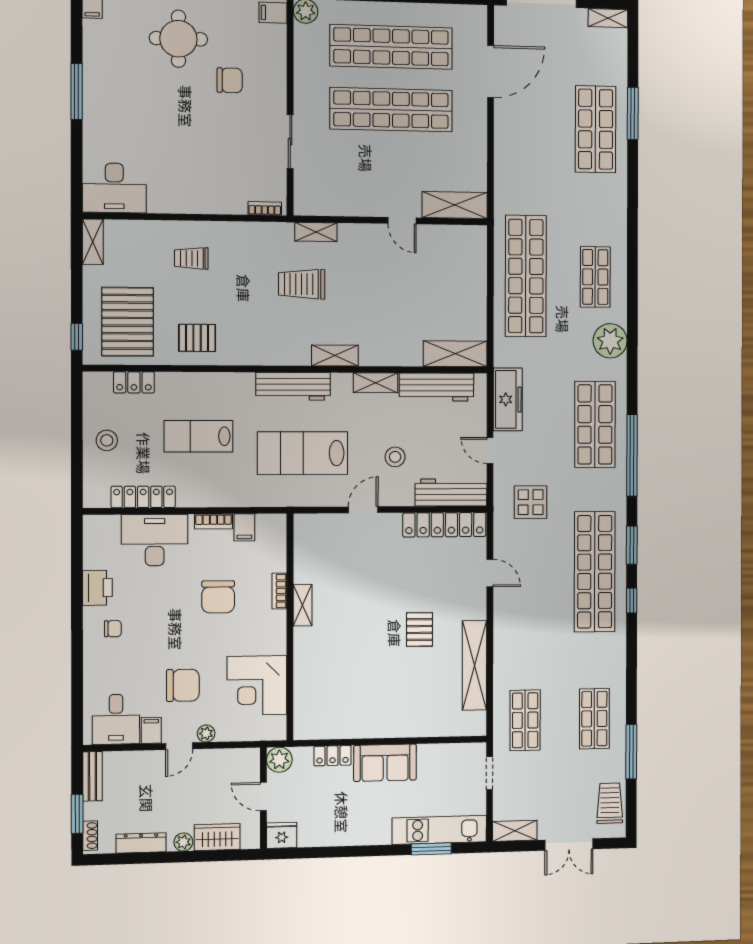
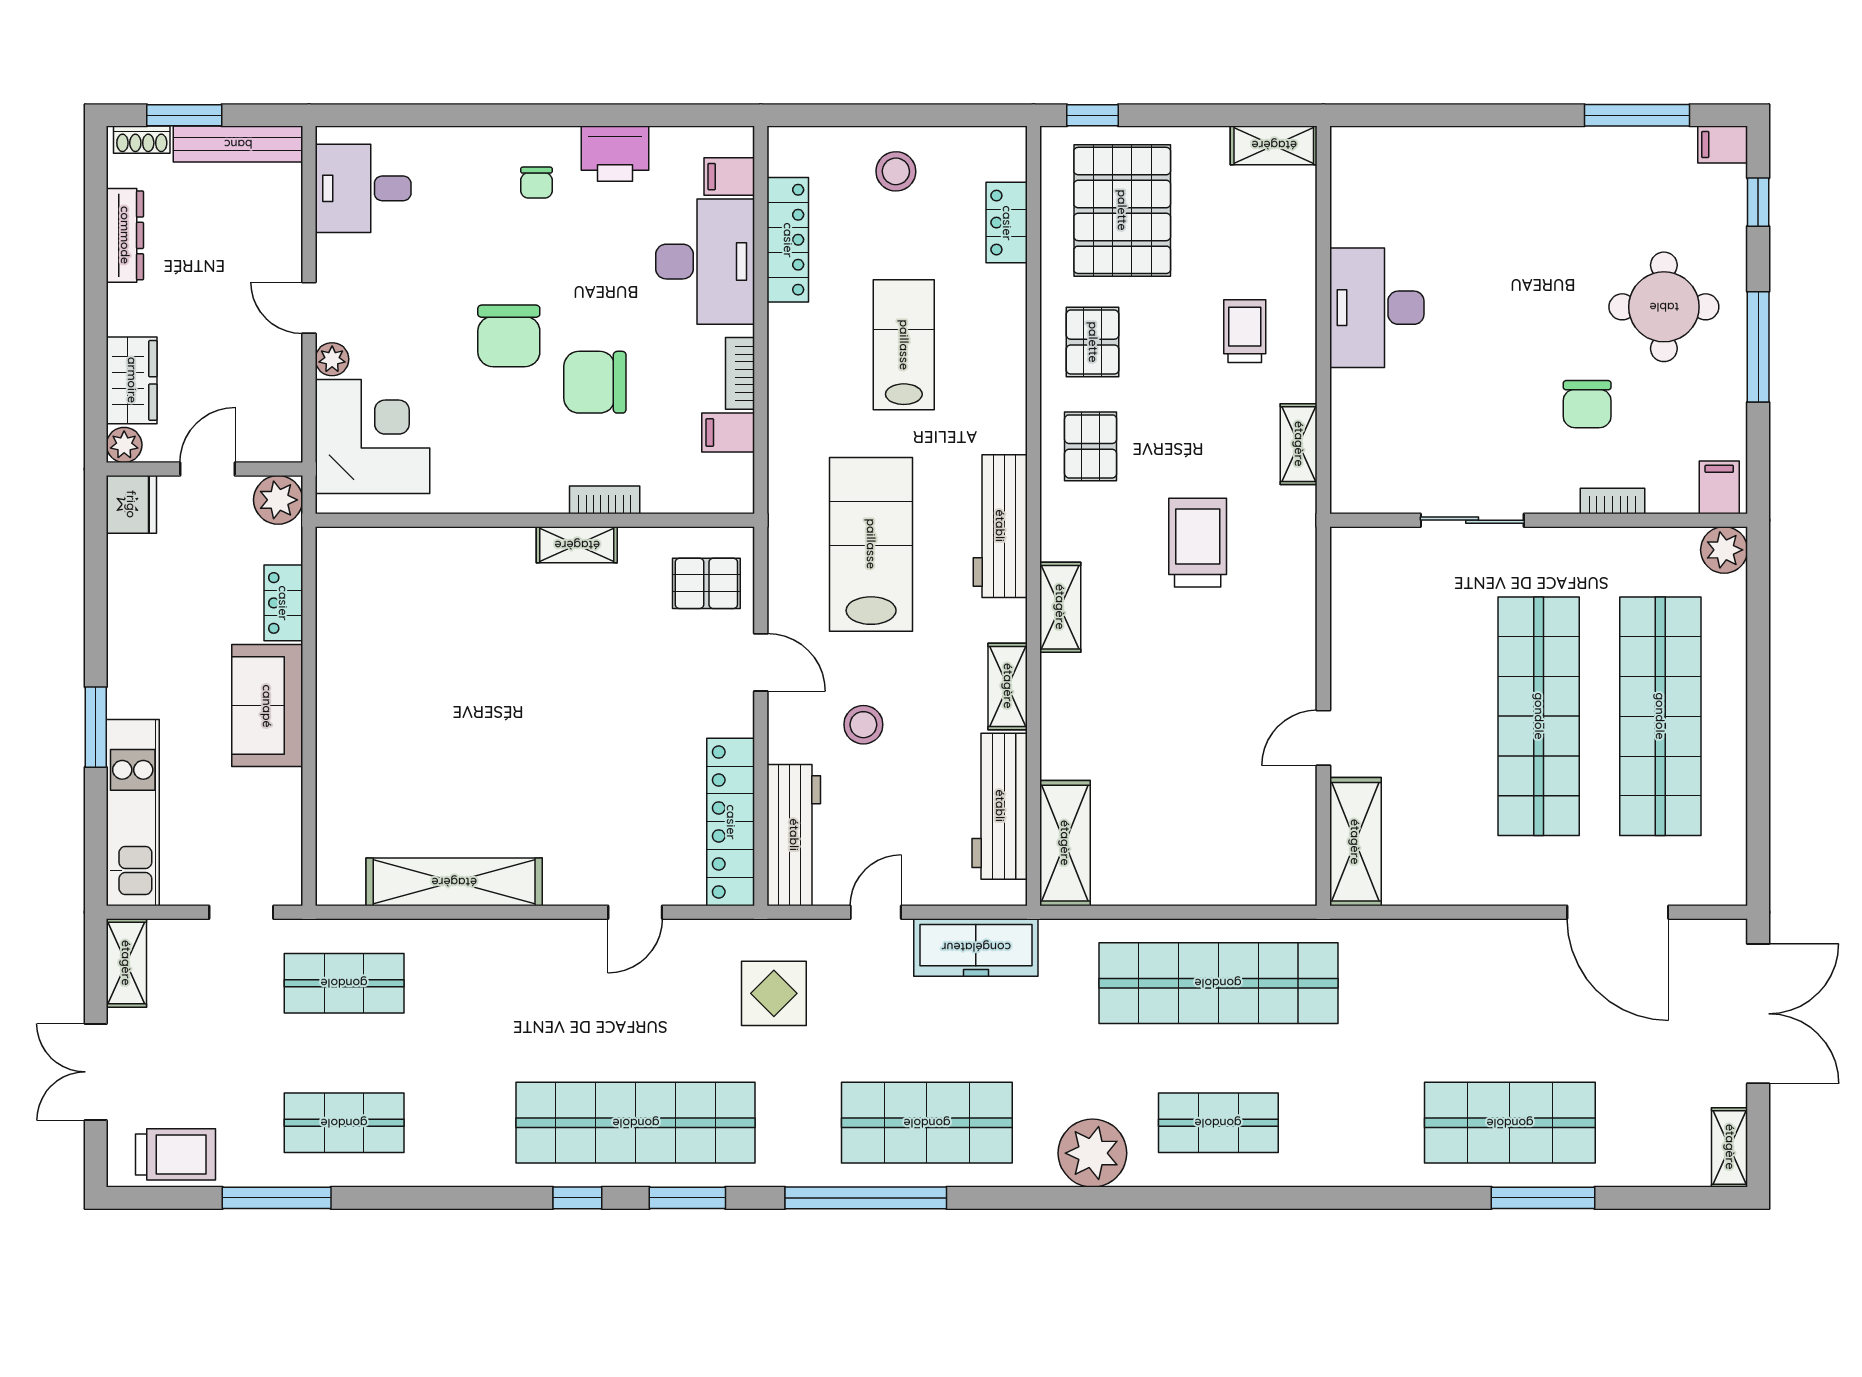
window: (77, 92) -> (1637, 115), moved
desk: (114, 188) -> (1377, 308), moved
bookcase: (265, 208) -> (1612, 501), moved, turned -90
shelving: (316, 232) -> (1299, 444), moved
pallet: (128, 322) -> (1122, 210), turned 90
pallet: (252, 339) -> (1091, 446), added
pallet: (419, 629) -> (706, 583), moved
chair: (183, 685) -> (509, 336), moved
corner desk: (257, 685) -> (372, 436), moved, turned 90
filing cabinet: (151, 730) -> (729, 177), moved, turned 180
bench: (92, 776) -> (238, 144), width x1.36
plant: (183, 842) -> (124, 445), moved
window: (431, 849) -> (96, 727), moved

